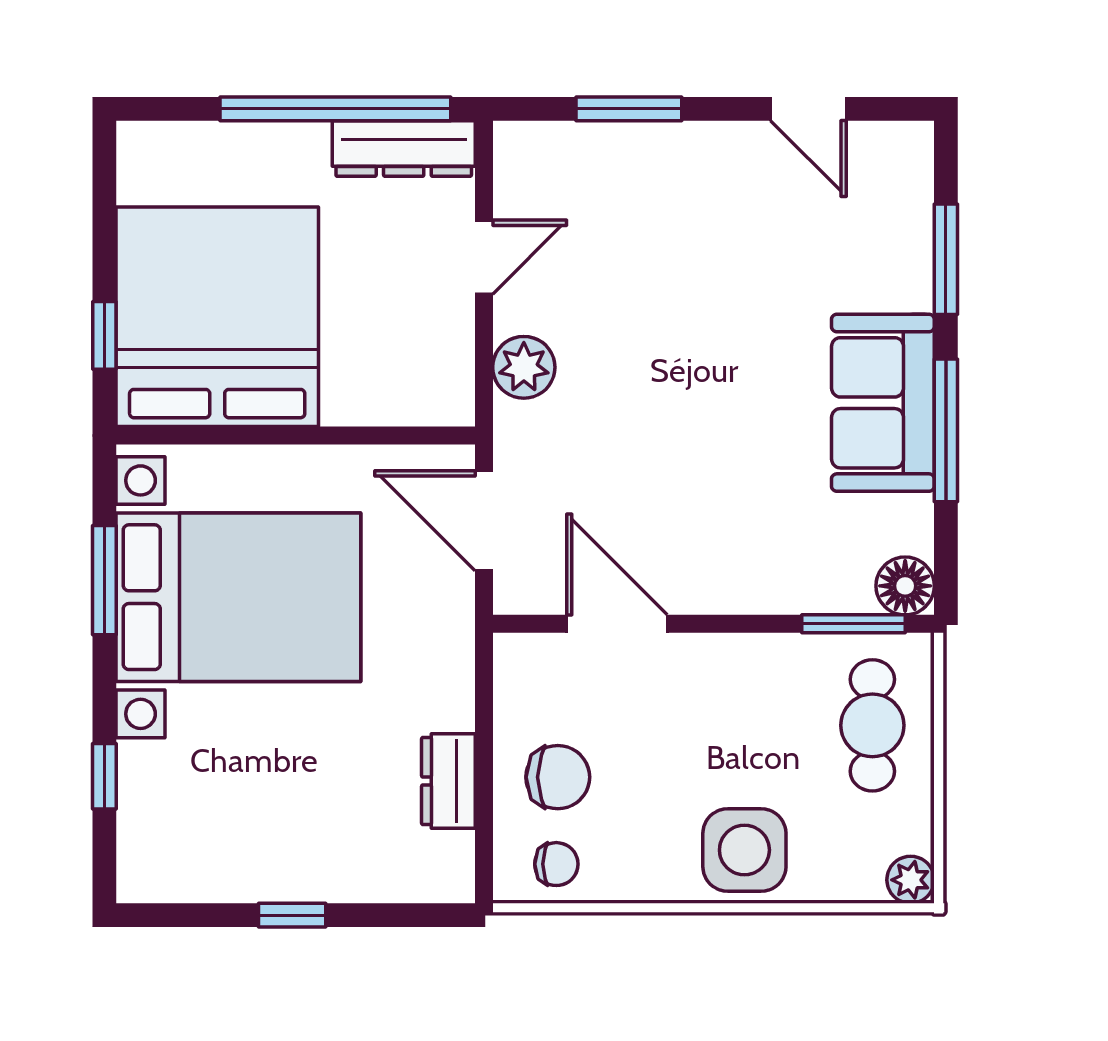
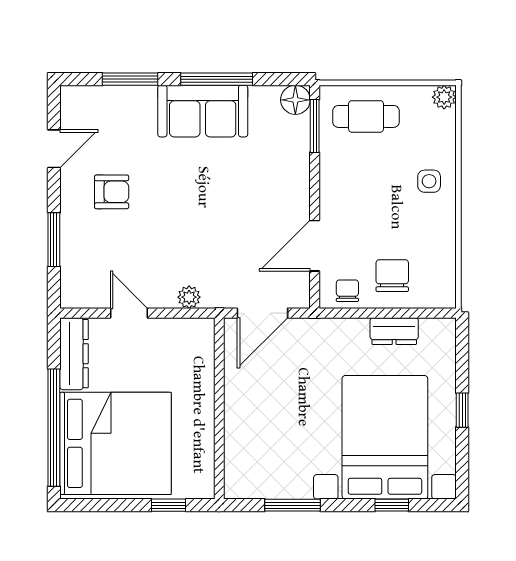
window: (335, 109) -> (54, 428), moved
armchair: (723, 223) -> (112, 192), added
bed: (217, 317) -> (115, 443), moved, turned 180
plant: (524, 367) -> (189, 297), width x0.73, depth x0.73
bed with nightstands: (238, 597) -> (385, 437), moved
side table: (744, 850) -> (429, 181), width x0.54, depth x0.54
chair: (556, 864) -> (347, 291), moved

